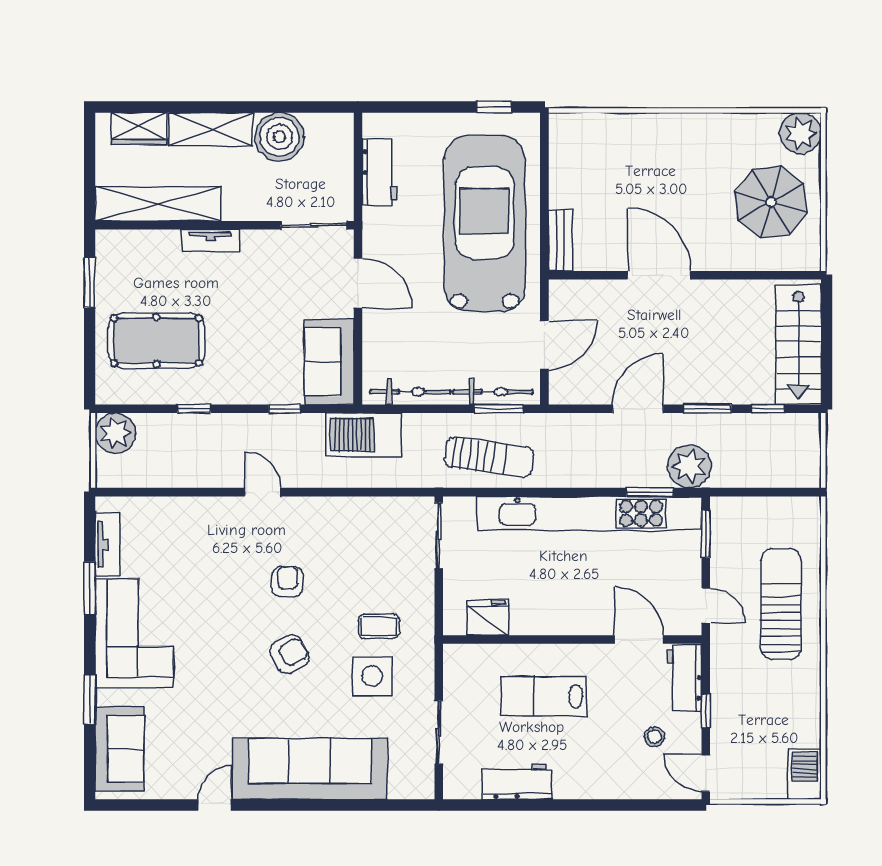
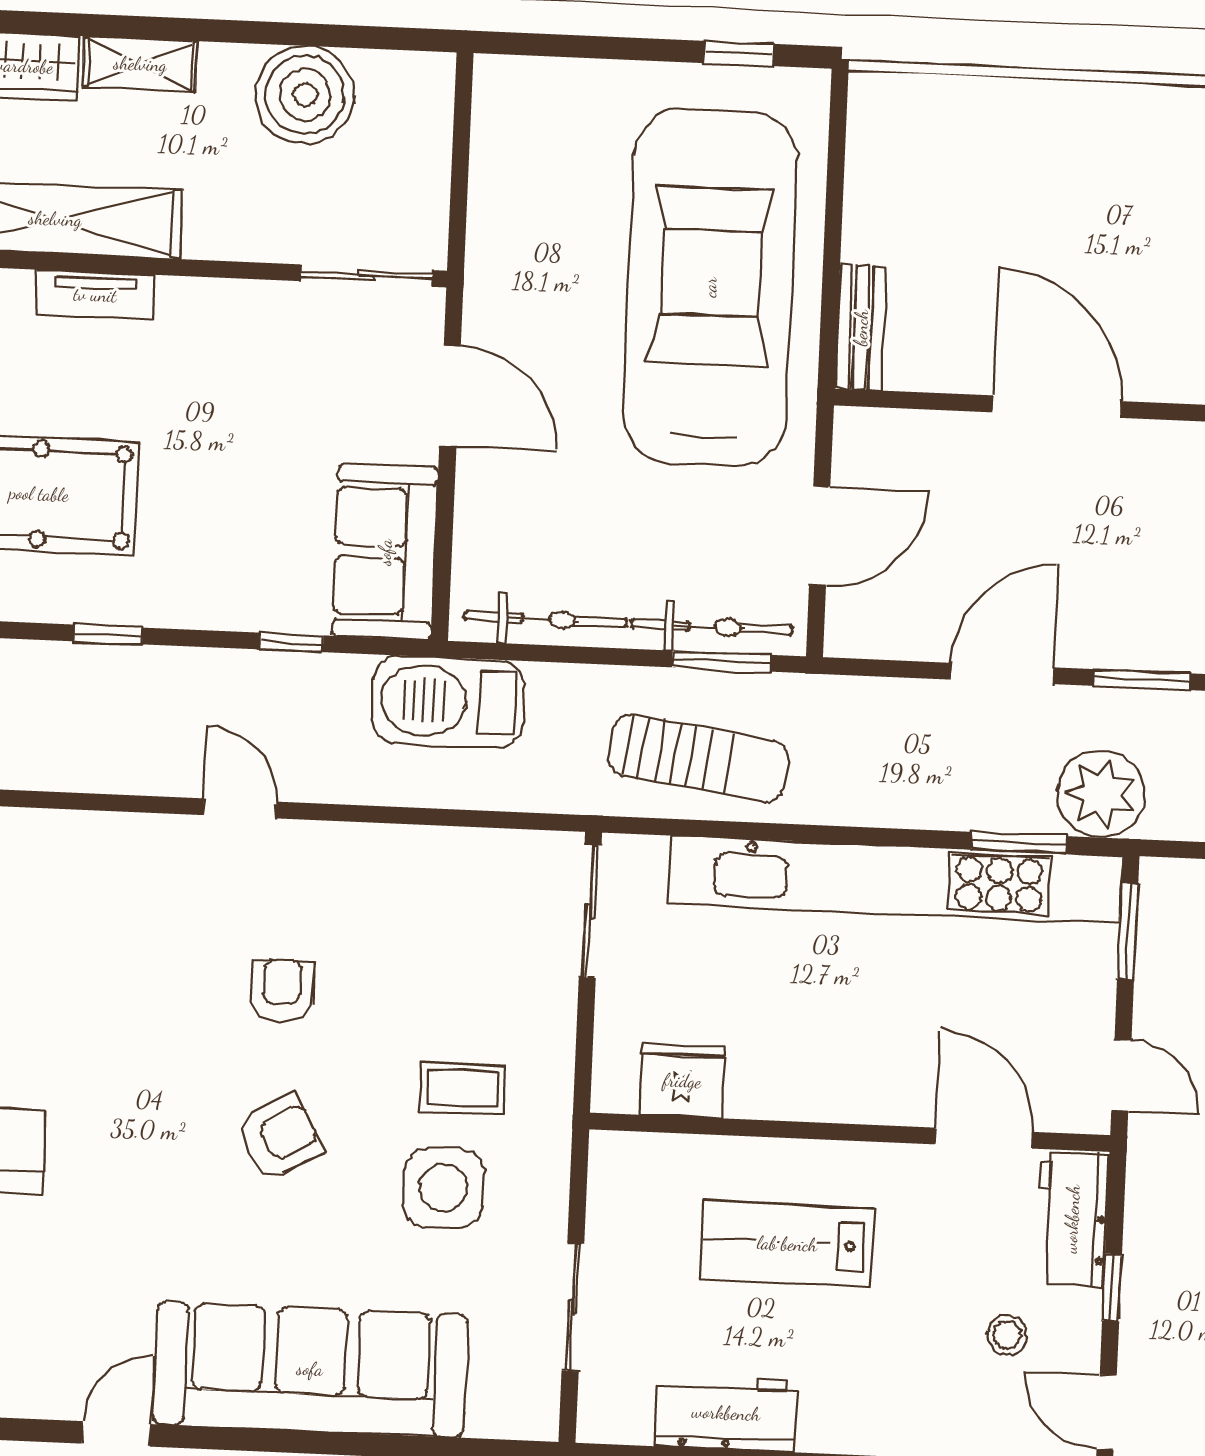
shelving: (211, 129) -> (140, 64), width x0.67, depth x0.75
workbench: (379, 172) -> (503, 175), removed
tv unit: (210, 240) -> (95, 295), moved

